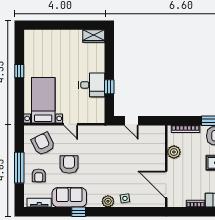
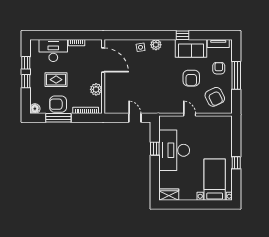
desk: (92, 85) -> (174, 150), width x1.87, depth x1.30
bed with nightstands: (43, 100) -> (215, 180), moved, turned 180

